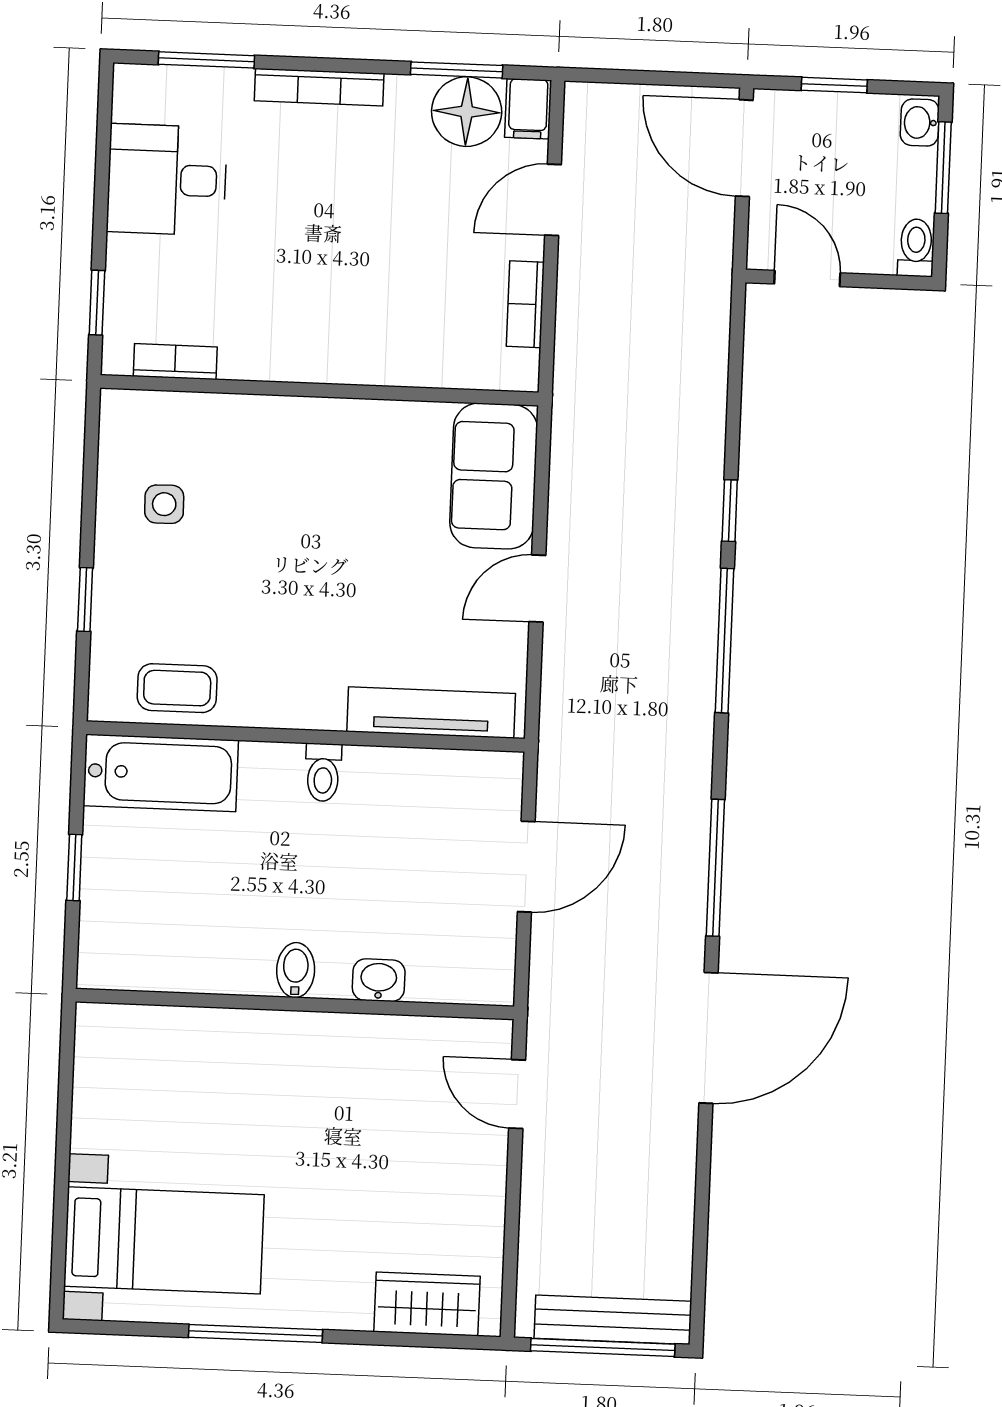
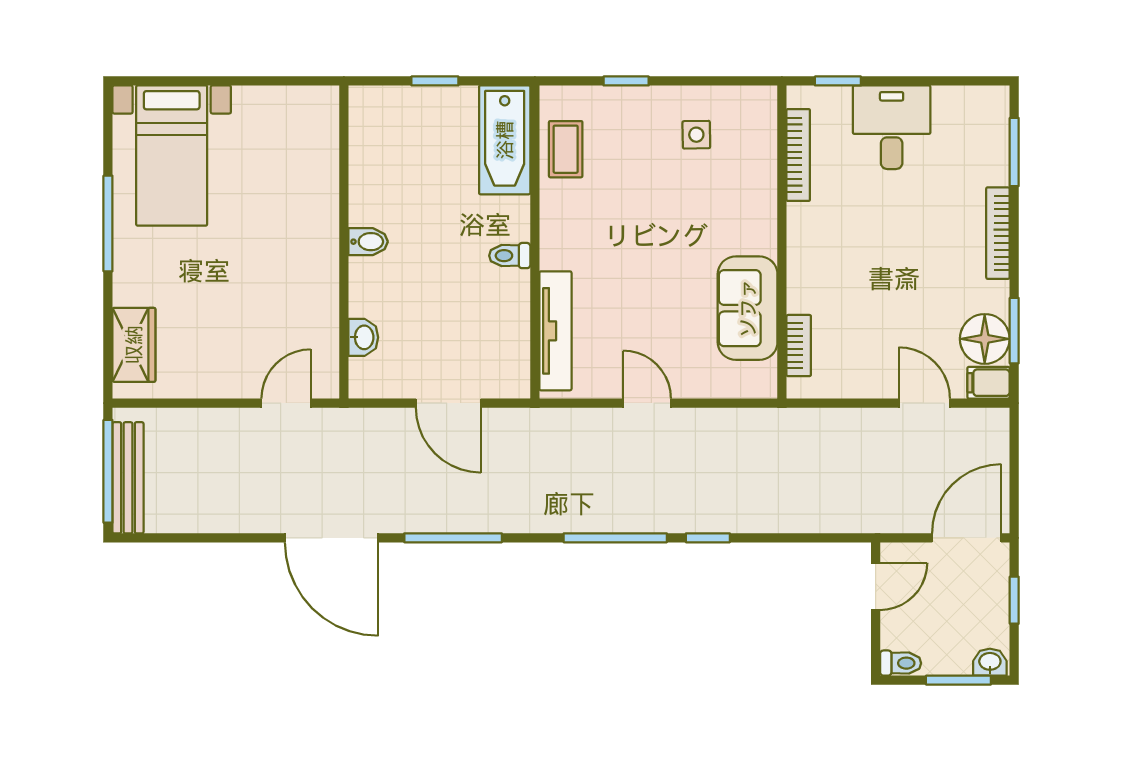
desk: (167, 180) -> (892, 127), moved
bookcase: (525, 304) -> (799, 346), moved, turned 90
bookcase: (175, 362) -> (798, 155), width x1.56
sofa: (494, 476) -> (748, 308), moved, turned -90
washbasin: (379, 980) -> (363, 337), moved

